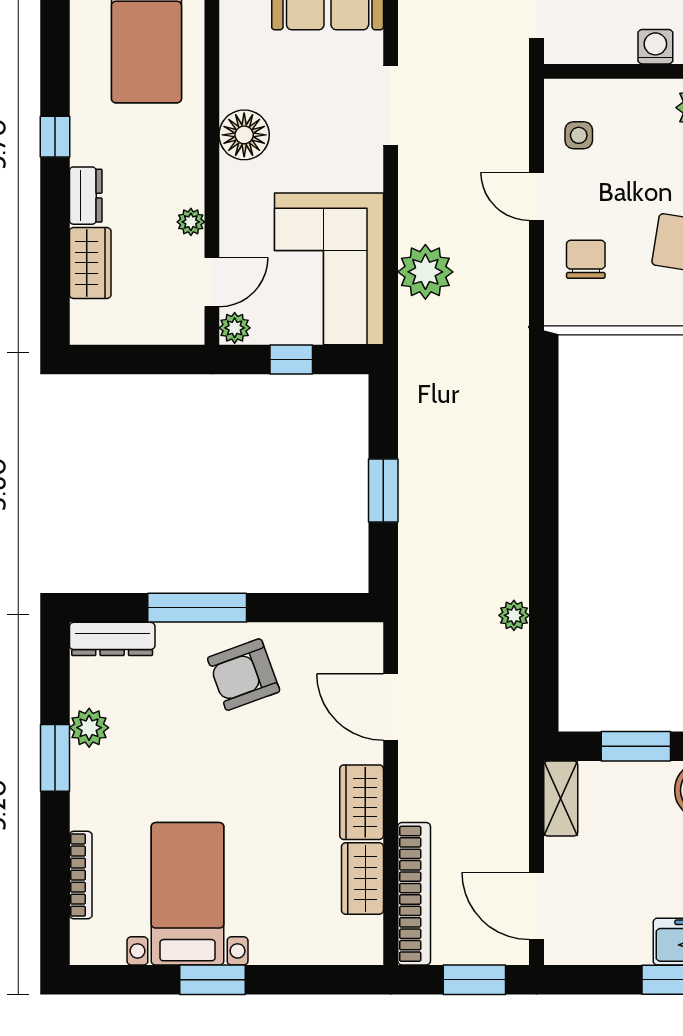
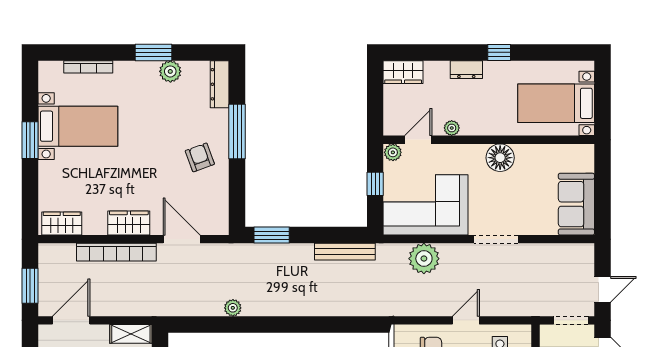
doorway: (391, 105) -> (496, 239), moved
wardrobe: (90, 263) -> (403, 72), moved
door: (212, 282) -> (418, 140), swing flipped
bench: (413, 414) -> (345, 252), added
window: (383, 490) -> (272, 235), moved
armchair: (244, 675) -> (200, 157), width x0.72, depth x0.72
door: (391, 707) -> (182, 239), hinge flipped
wardrobe: (362, 878) -> (62, 224), moved
bookcase: (414, 894) -> (116, 252), moved

